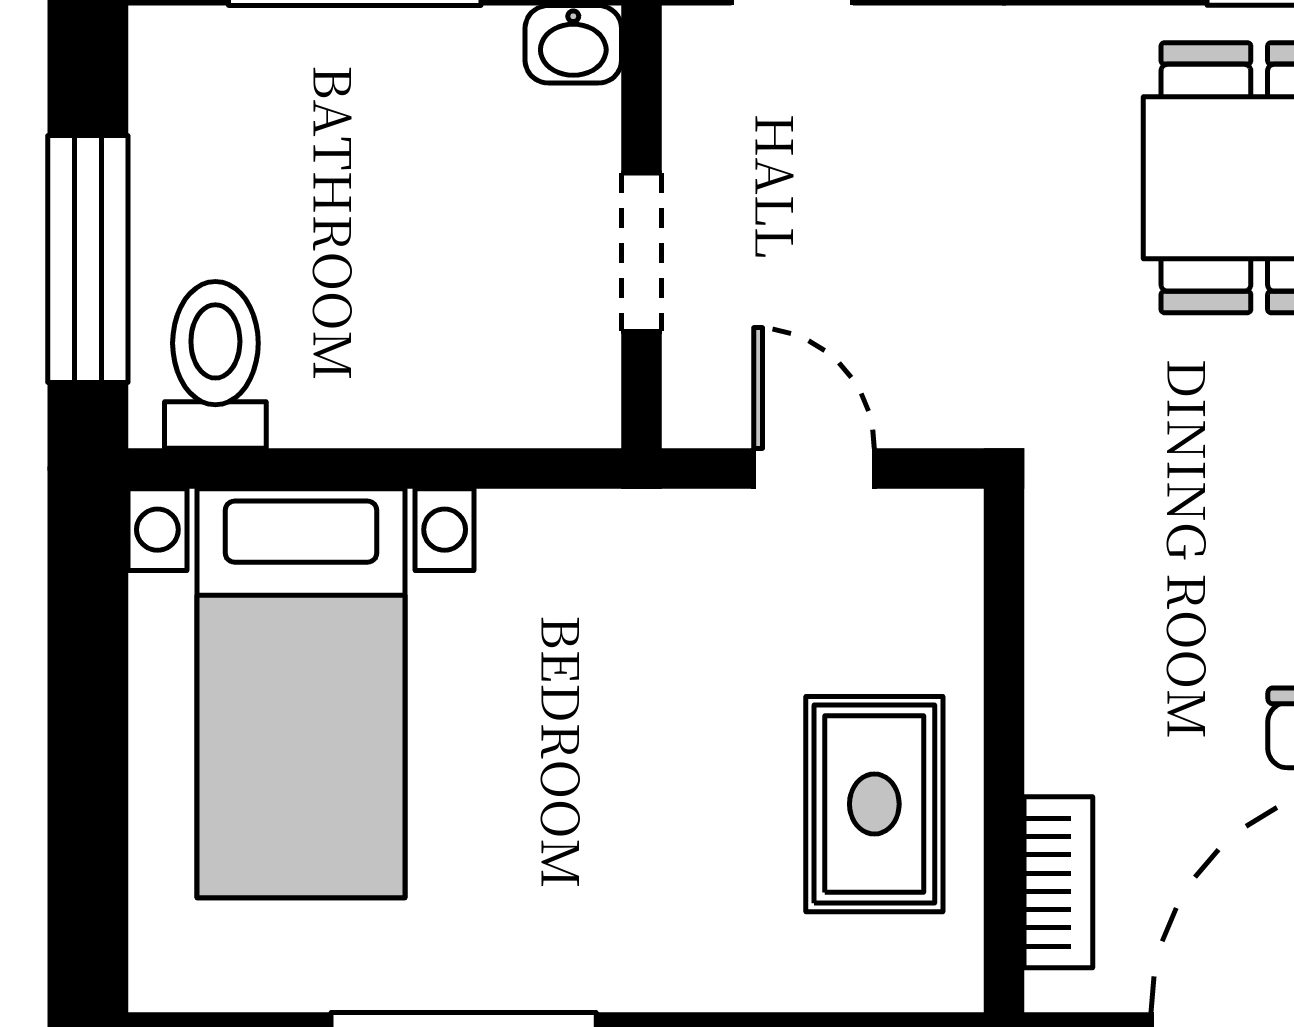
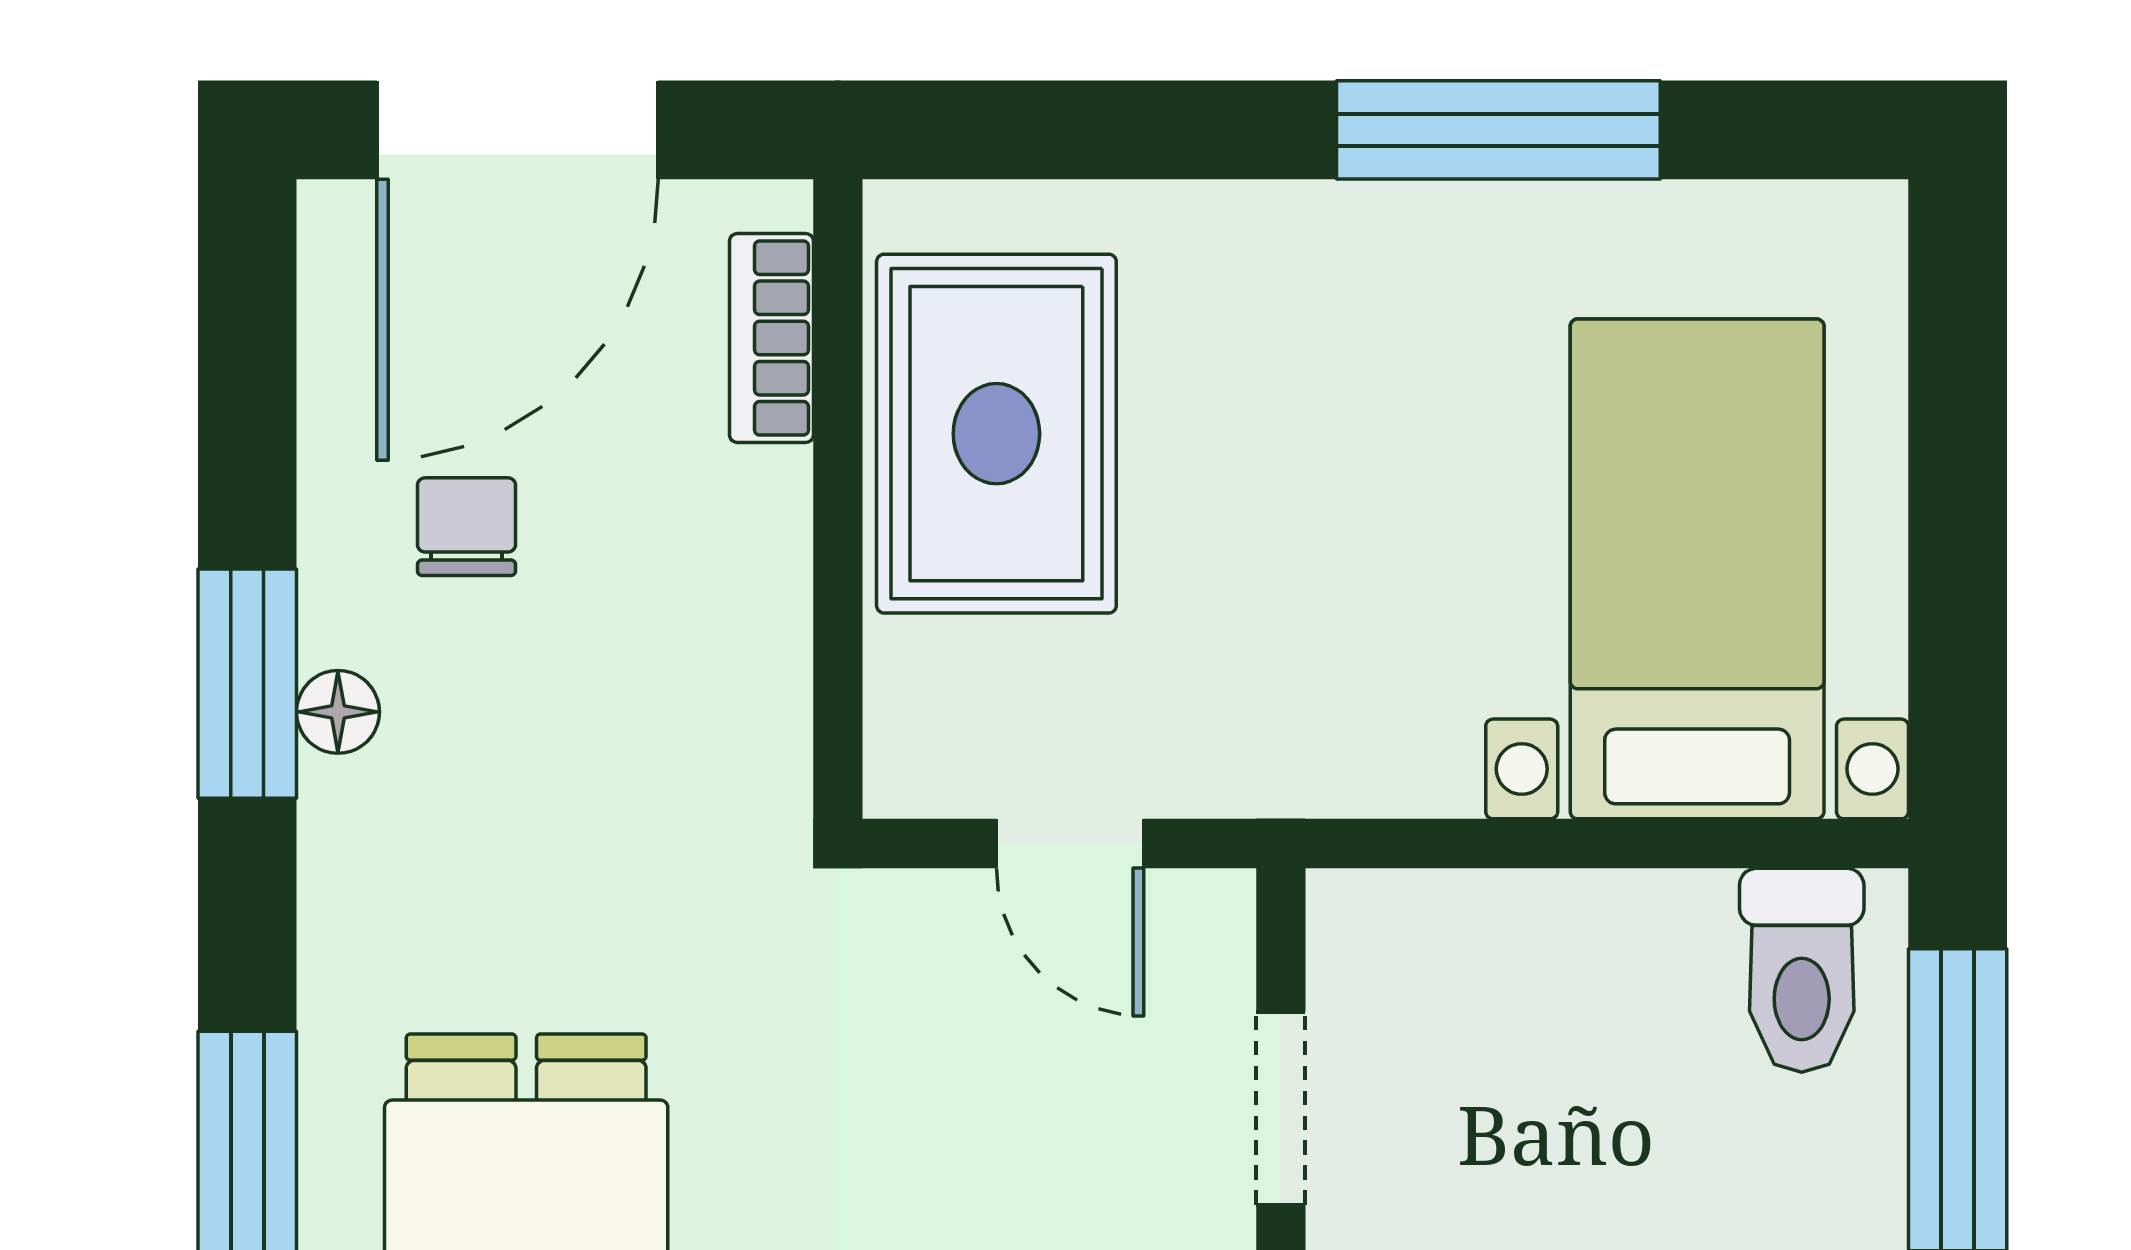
rug: (874, 804) -> (996, 434), width x1.36, depth x1.43

